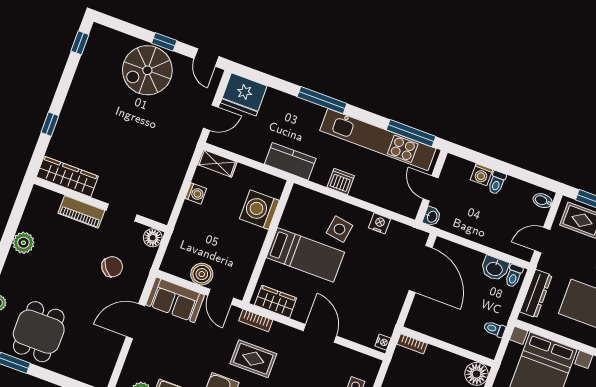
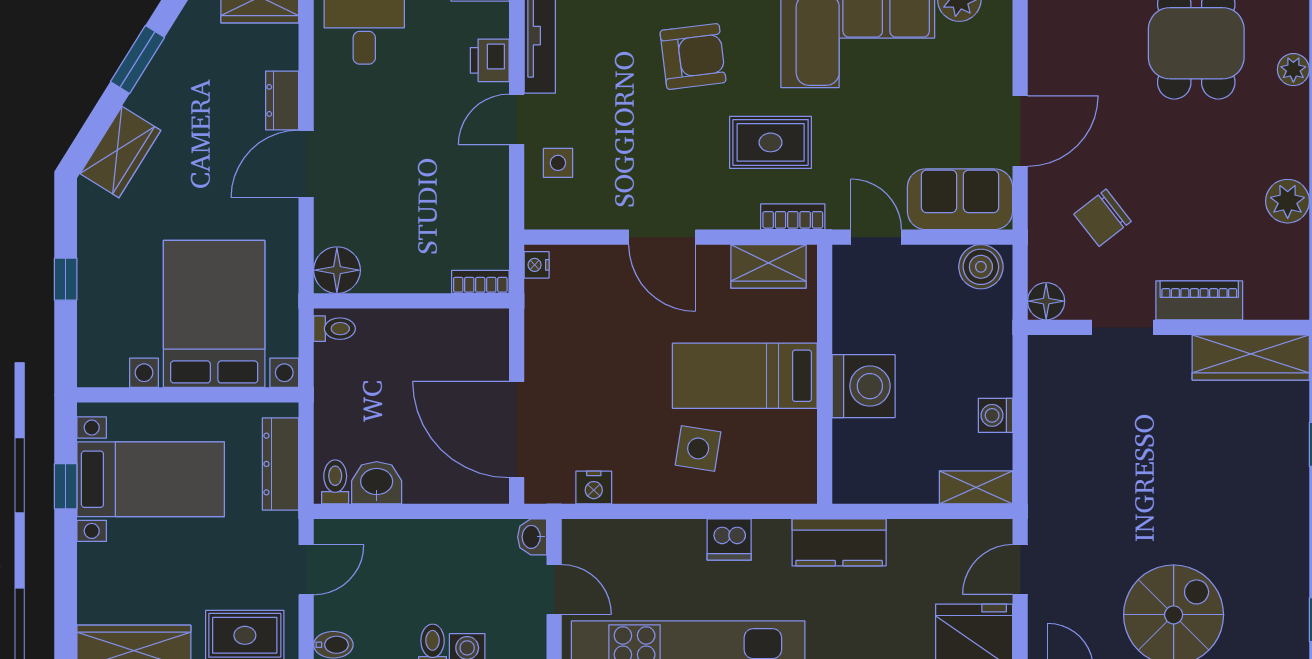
washing machine: (259, 210) -> (864, 386), moved
nightstand: (380, 223) -> (594, 487), moved
boiler: (202, 274) -> (981, 267), moved
toilet: (494, 329) -> (334, 329), moved

